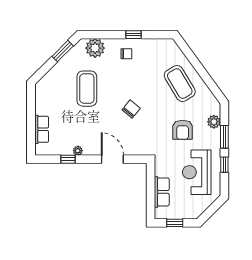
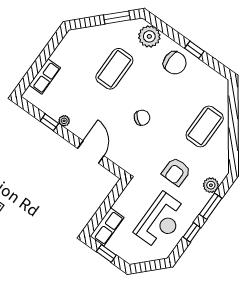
chair: (126, 54) -> (175, 63), width x1.87, depth x1.87
coffee table: (180, 84) -> (205, 126), turned 31
reception desk: (197, 172) -> (161, 221), turned 180
row of seats: (162, 192) -> (107, 227), moved

